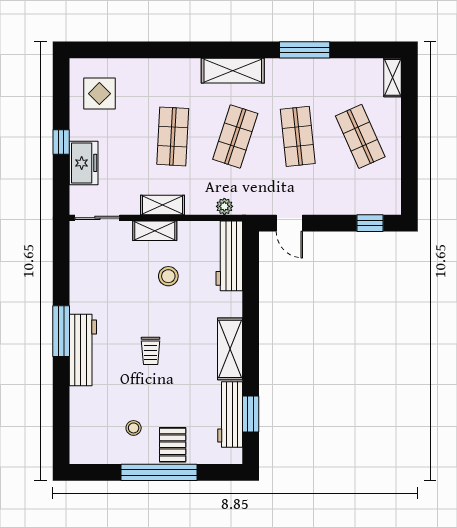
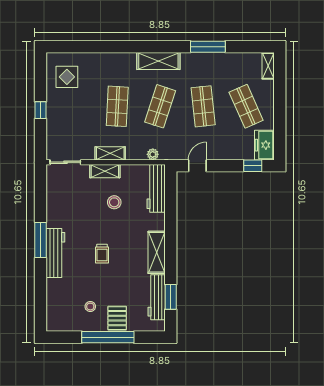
freezer: (84, 163) -> (264, 145), moved, turned 180
door: (289, 223) -> (197, 166), swing flipped

